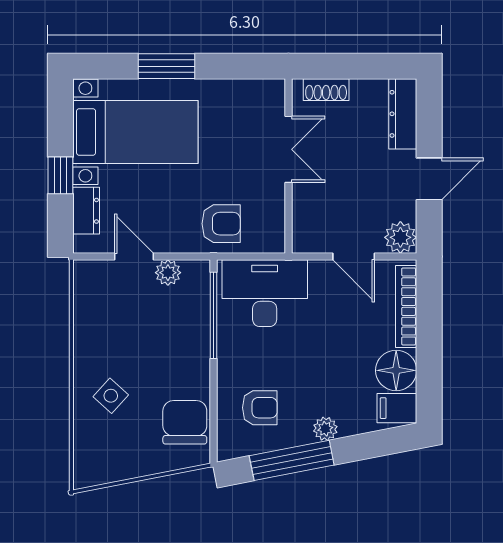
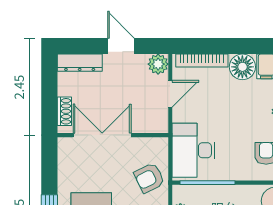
double door: (288, 149) -> (102, 135), width x1.37
armchair: (221, 224) -> (149, 178), turned -116

